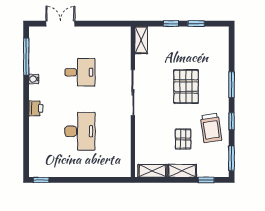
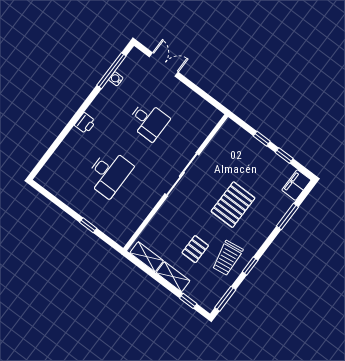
filing cabinet: (221, 38) -> (296, 185), added
shelving: (141, 40) -> (224, 133), removed
water cooler: (34, 79) -> (116, 79), moved
window: (232, 85) -> (287, 217), moved
window: (41, 180) -> (88, 225), moved

